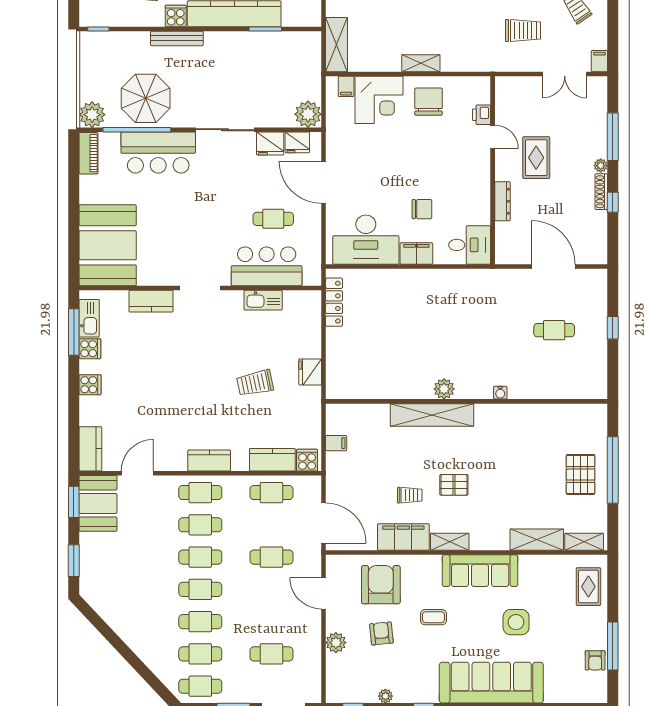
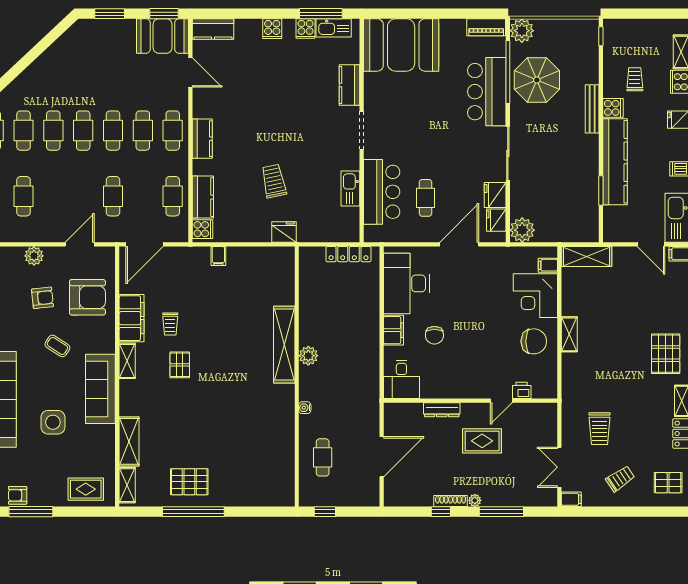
plant: (444, 389) -> (308, 356), moved
water cooler: (500, 393) -> (305, 408), moved
wall: (467, 401) -> (297, 377), moved
shelving: (432, 415) -> (284, 345), moved
coffee table: (433, 617) -> (57, 346), turned -57

